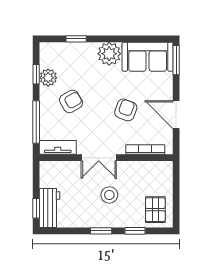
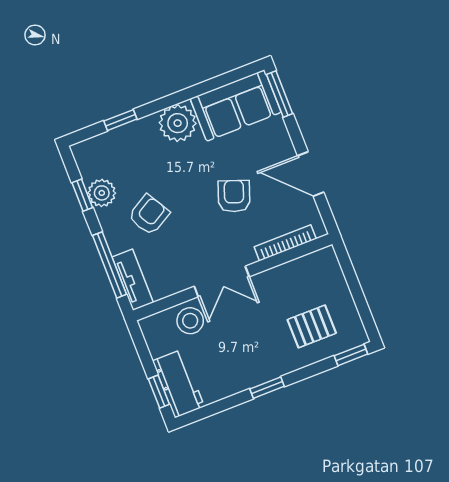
tv unit: (58, 147) -> (133, 280), moved, turned 90
stool: (109, 195) -> (190, 321), moved
pallet: (155, 210) -> (312, 326), moved, turned 90
window: (135, 231) -> (351, 355), moved

